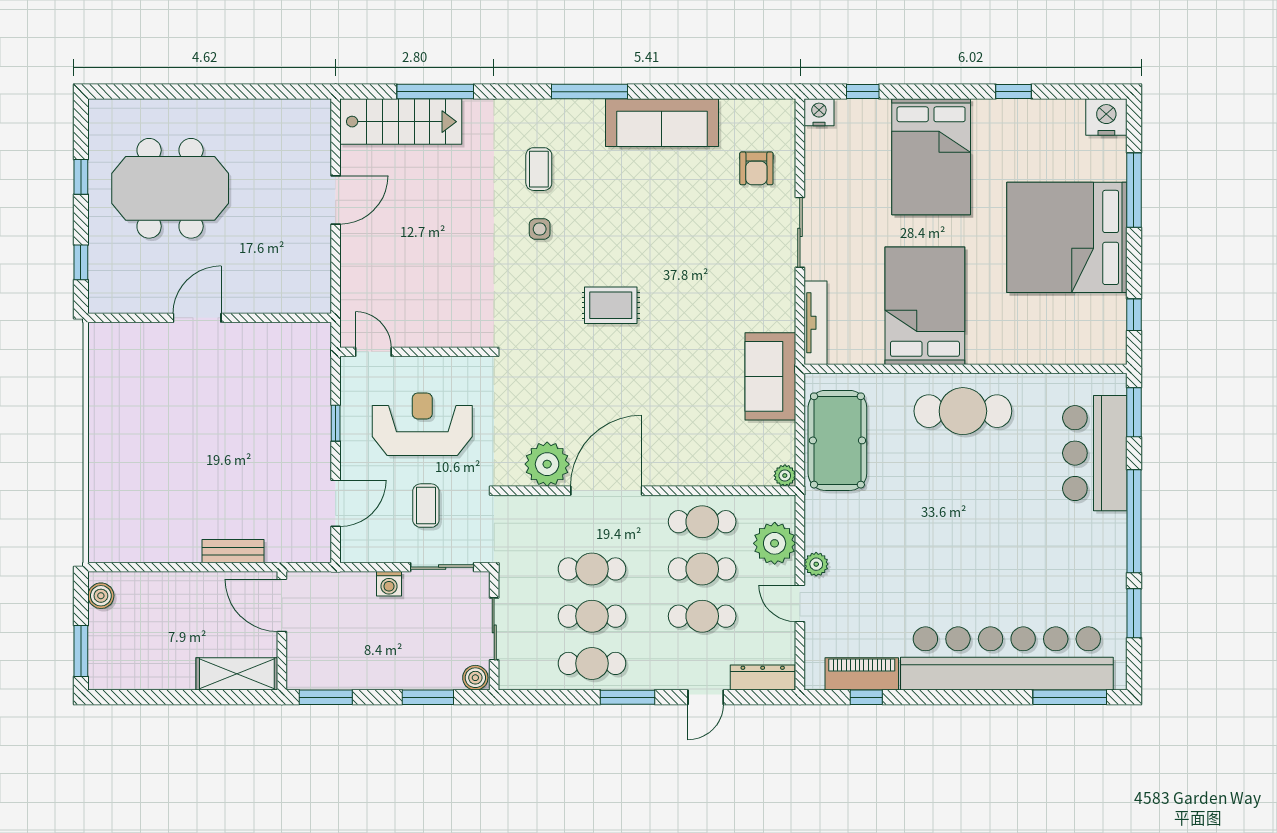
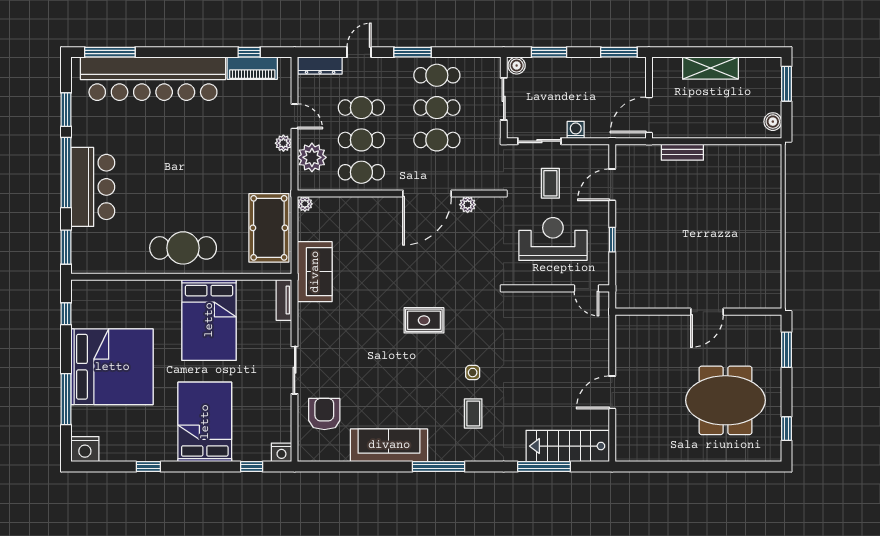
armchair: (756, 168) -> (324, 414), width x1.38, depth x1.38
window: (81, 177) -> (786, 429), moved
window: (81, 262) -> (786, 350), width x1.50
tv unit: (816, 323) -> (284, 300), width x0.71
reception desk: (422, 424) -> (553, 239), turned 180
bar counter: (1095, 453) -> (93, 187), moved
plant: (547, 464) -> (468, 205), width x0.53, depth x0.53
door: (282, 605) -> (649, 115), swing flipped
shelving: (237, 674) -> (710, 68), moved

